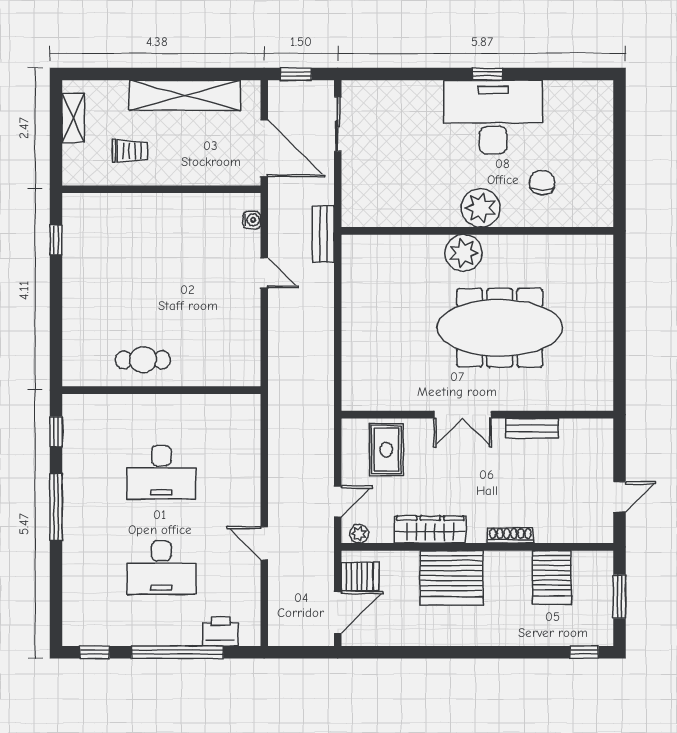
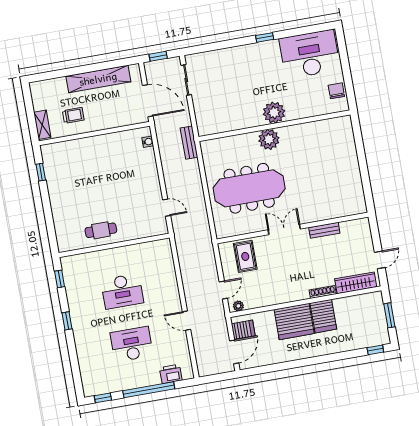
desk: (493, 117) -> (310, 54), moved
shelving: (73, 118) -> (42, 125), moved
chair: (542, 182) -> (336, 91), moved
door: (264, 273) -> (167, 208), moved
meeting table: (500, 328) -> (249, 188), moved
double door: (463, 415) -> (284, 229), swing flipped
window: (56, 507) -> (67, 321), width x0.46
wardrobe: (430, 530) -> (356, 283), moved
desk: (161, 568) -> (132, 344), turned 180
server rack: (552, 578) -> (323, 316), moved

